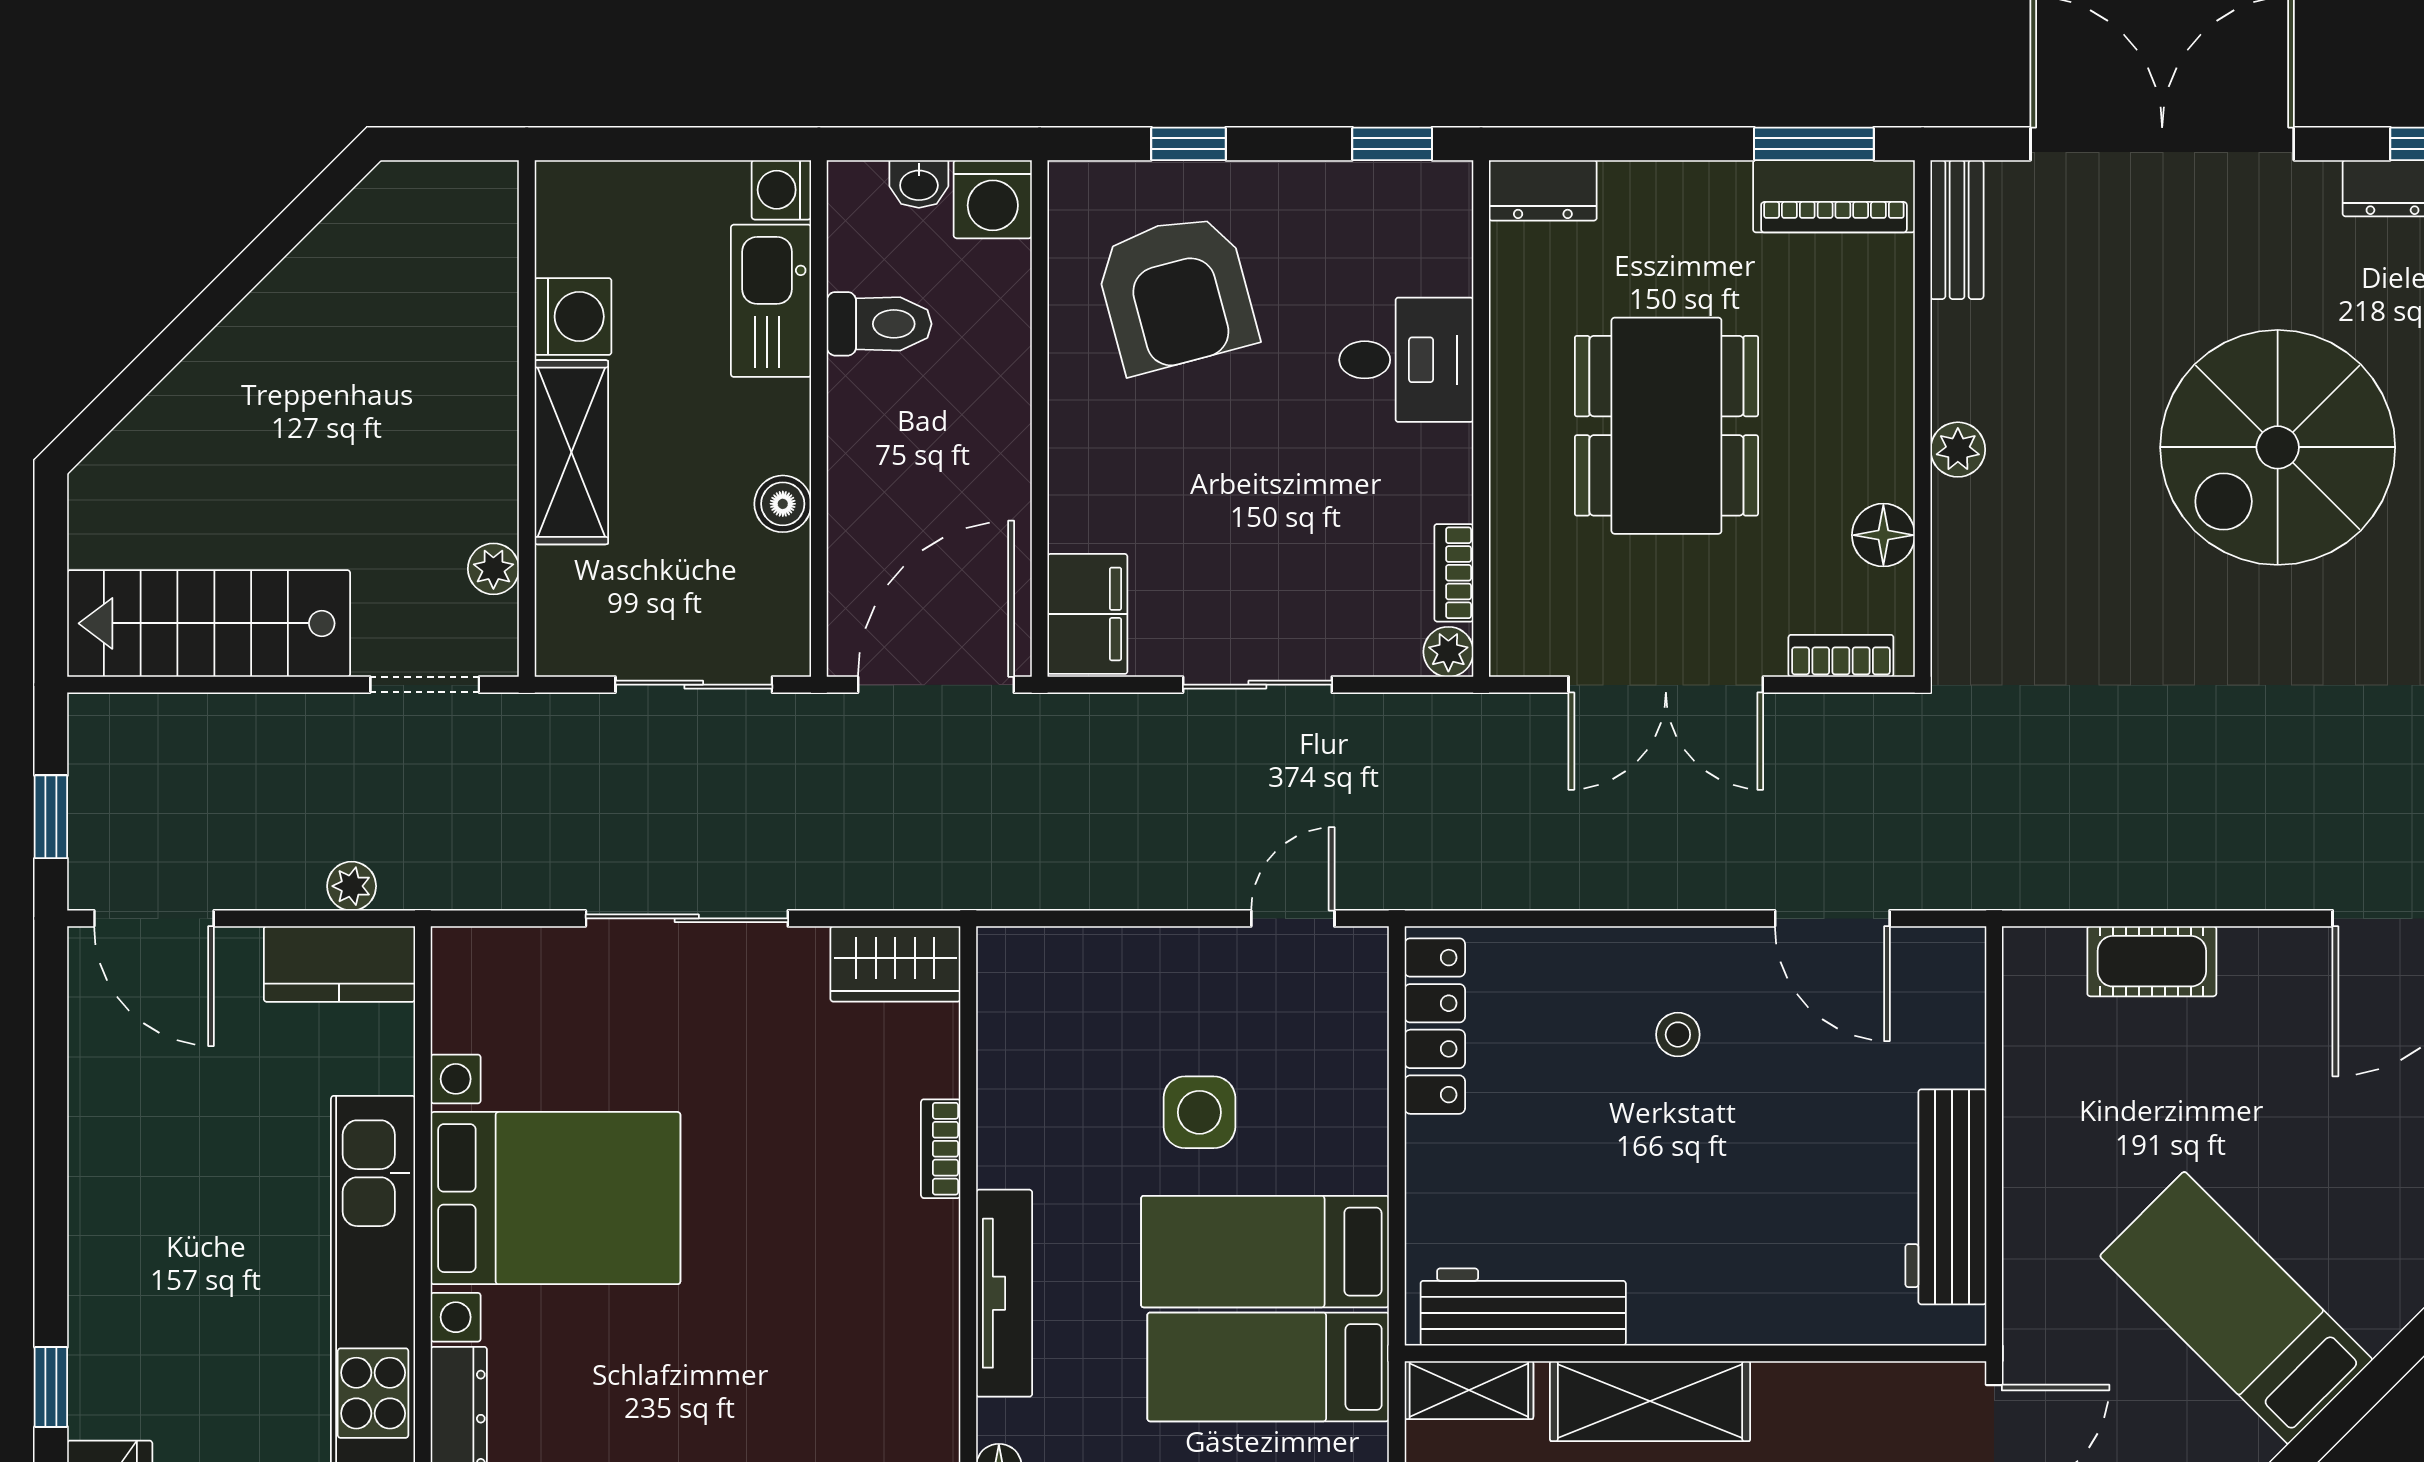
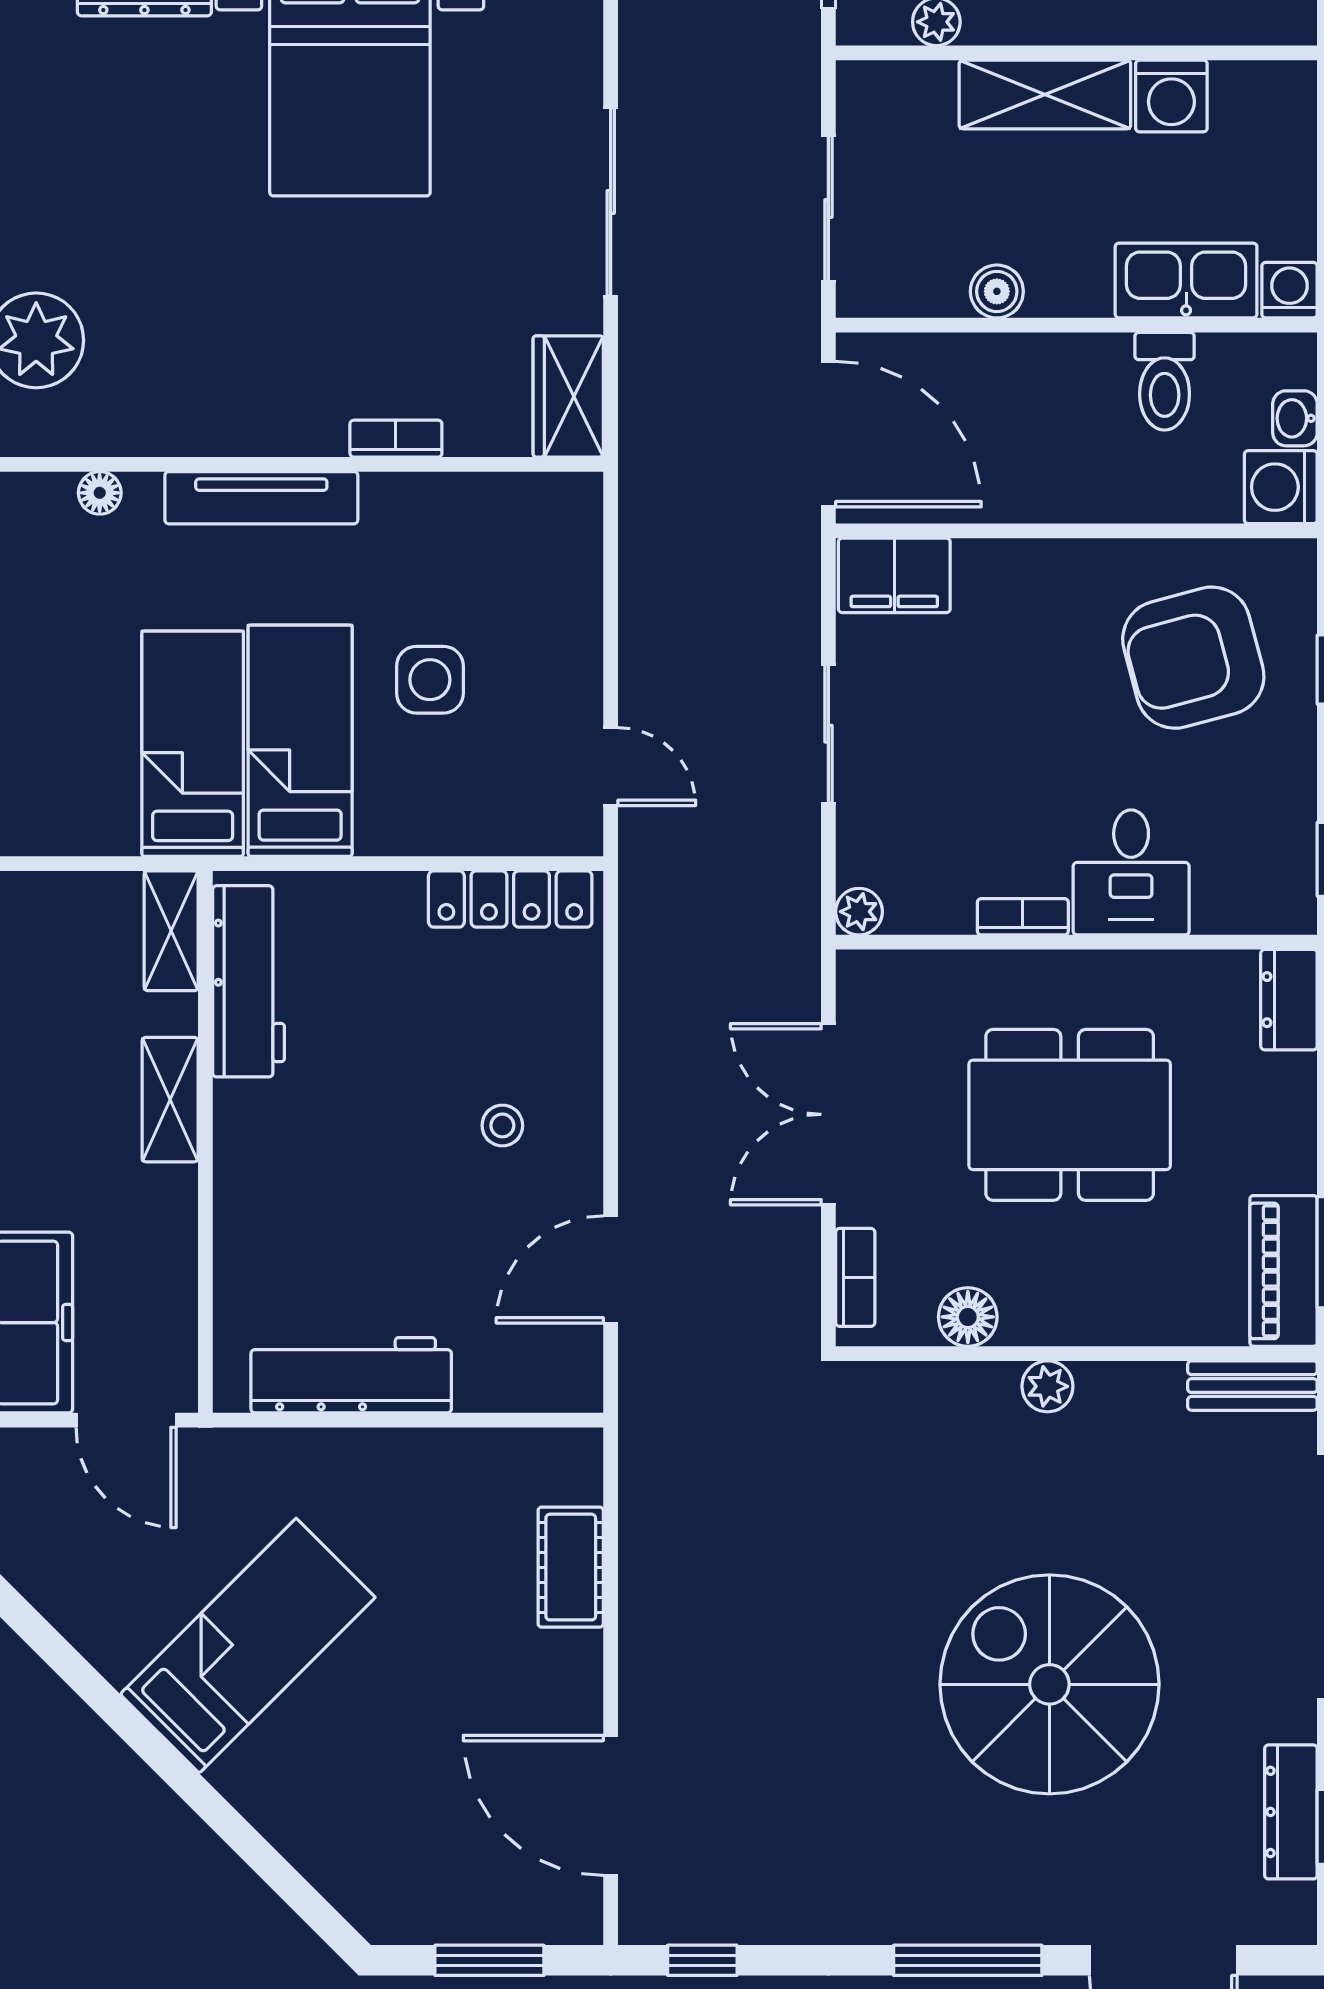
bookcase: (1454, 573) -> (1023, 917), moved
shelving: (1650, 1401) -> (170, 1100), width x0.67, depth x0.75

